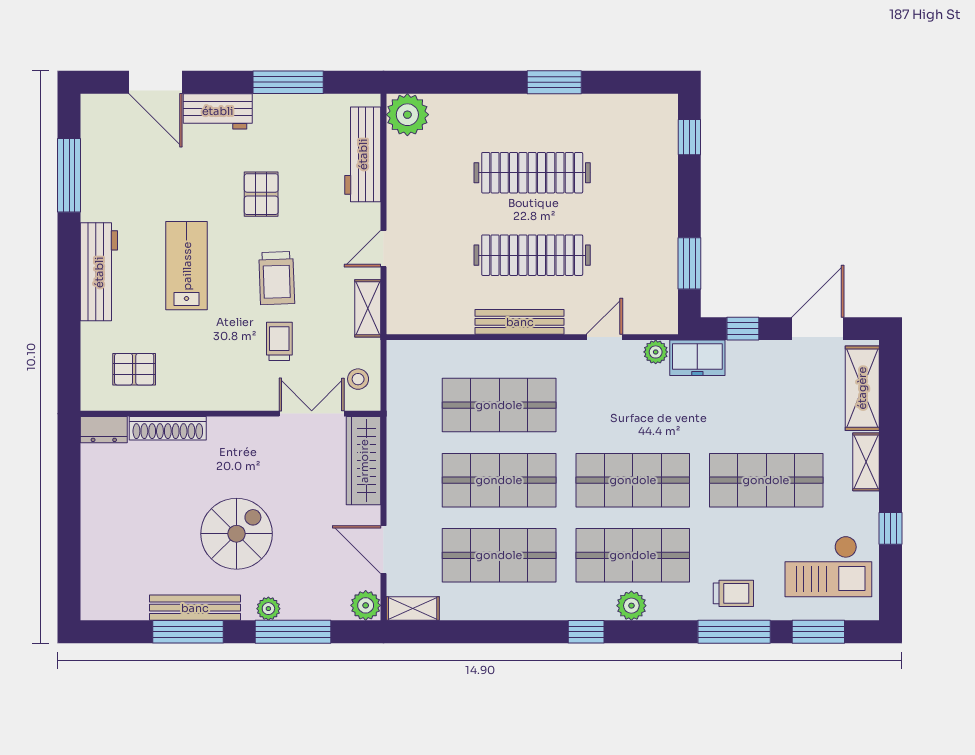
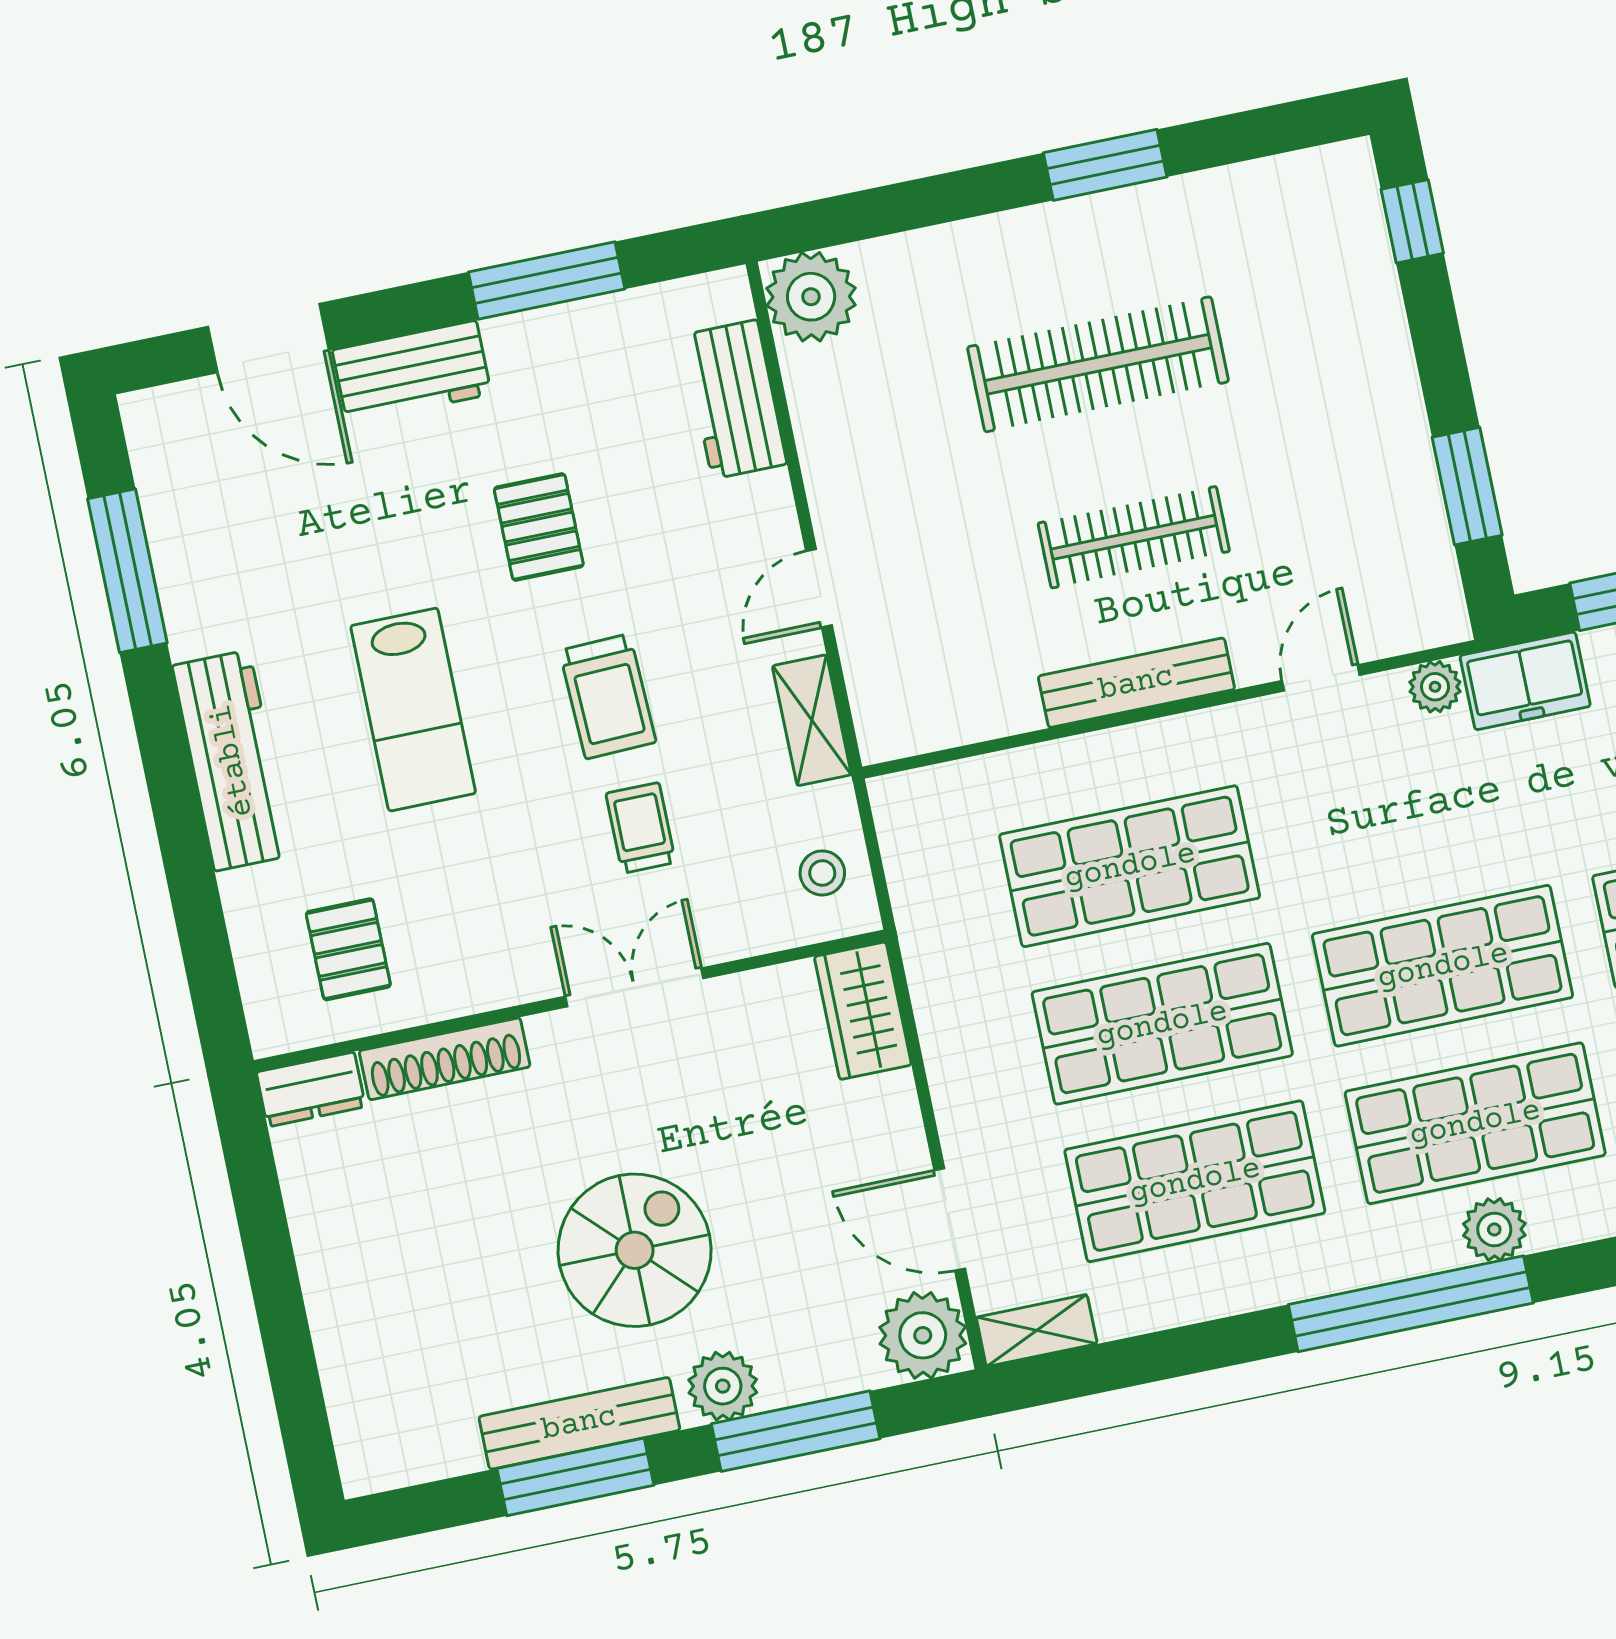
workbench: (363, 154) -> (735, 399), width x0.73
clothes rail: (532, 255) -> (1134, 537), width x0.73, depth x0.76
lab bench: (187, 266) -> (413, 710), turned 180
pallet: (134, 369) -> (348, 949), turned 90
double door: (312, 414) -> (634, 987), moved
wardrobe: (364, 461) -> (863, 1011), width x0.67
plant: (366, 605) -> (923, 1335), width x1.36, depth x1.36
plant: (268, 609) -> (723, 1386), width x1.38, depth x1.38
window: (586, 632) -> (1411, 1304), width x3.17

